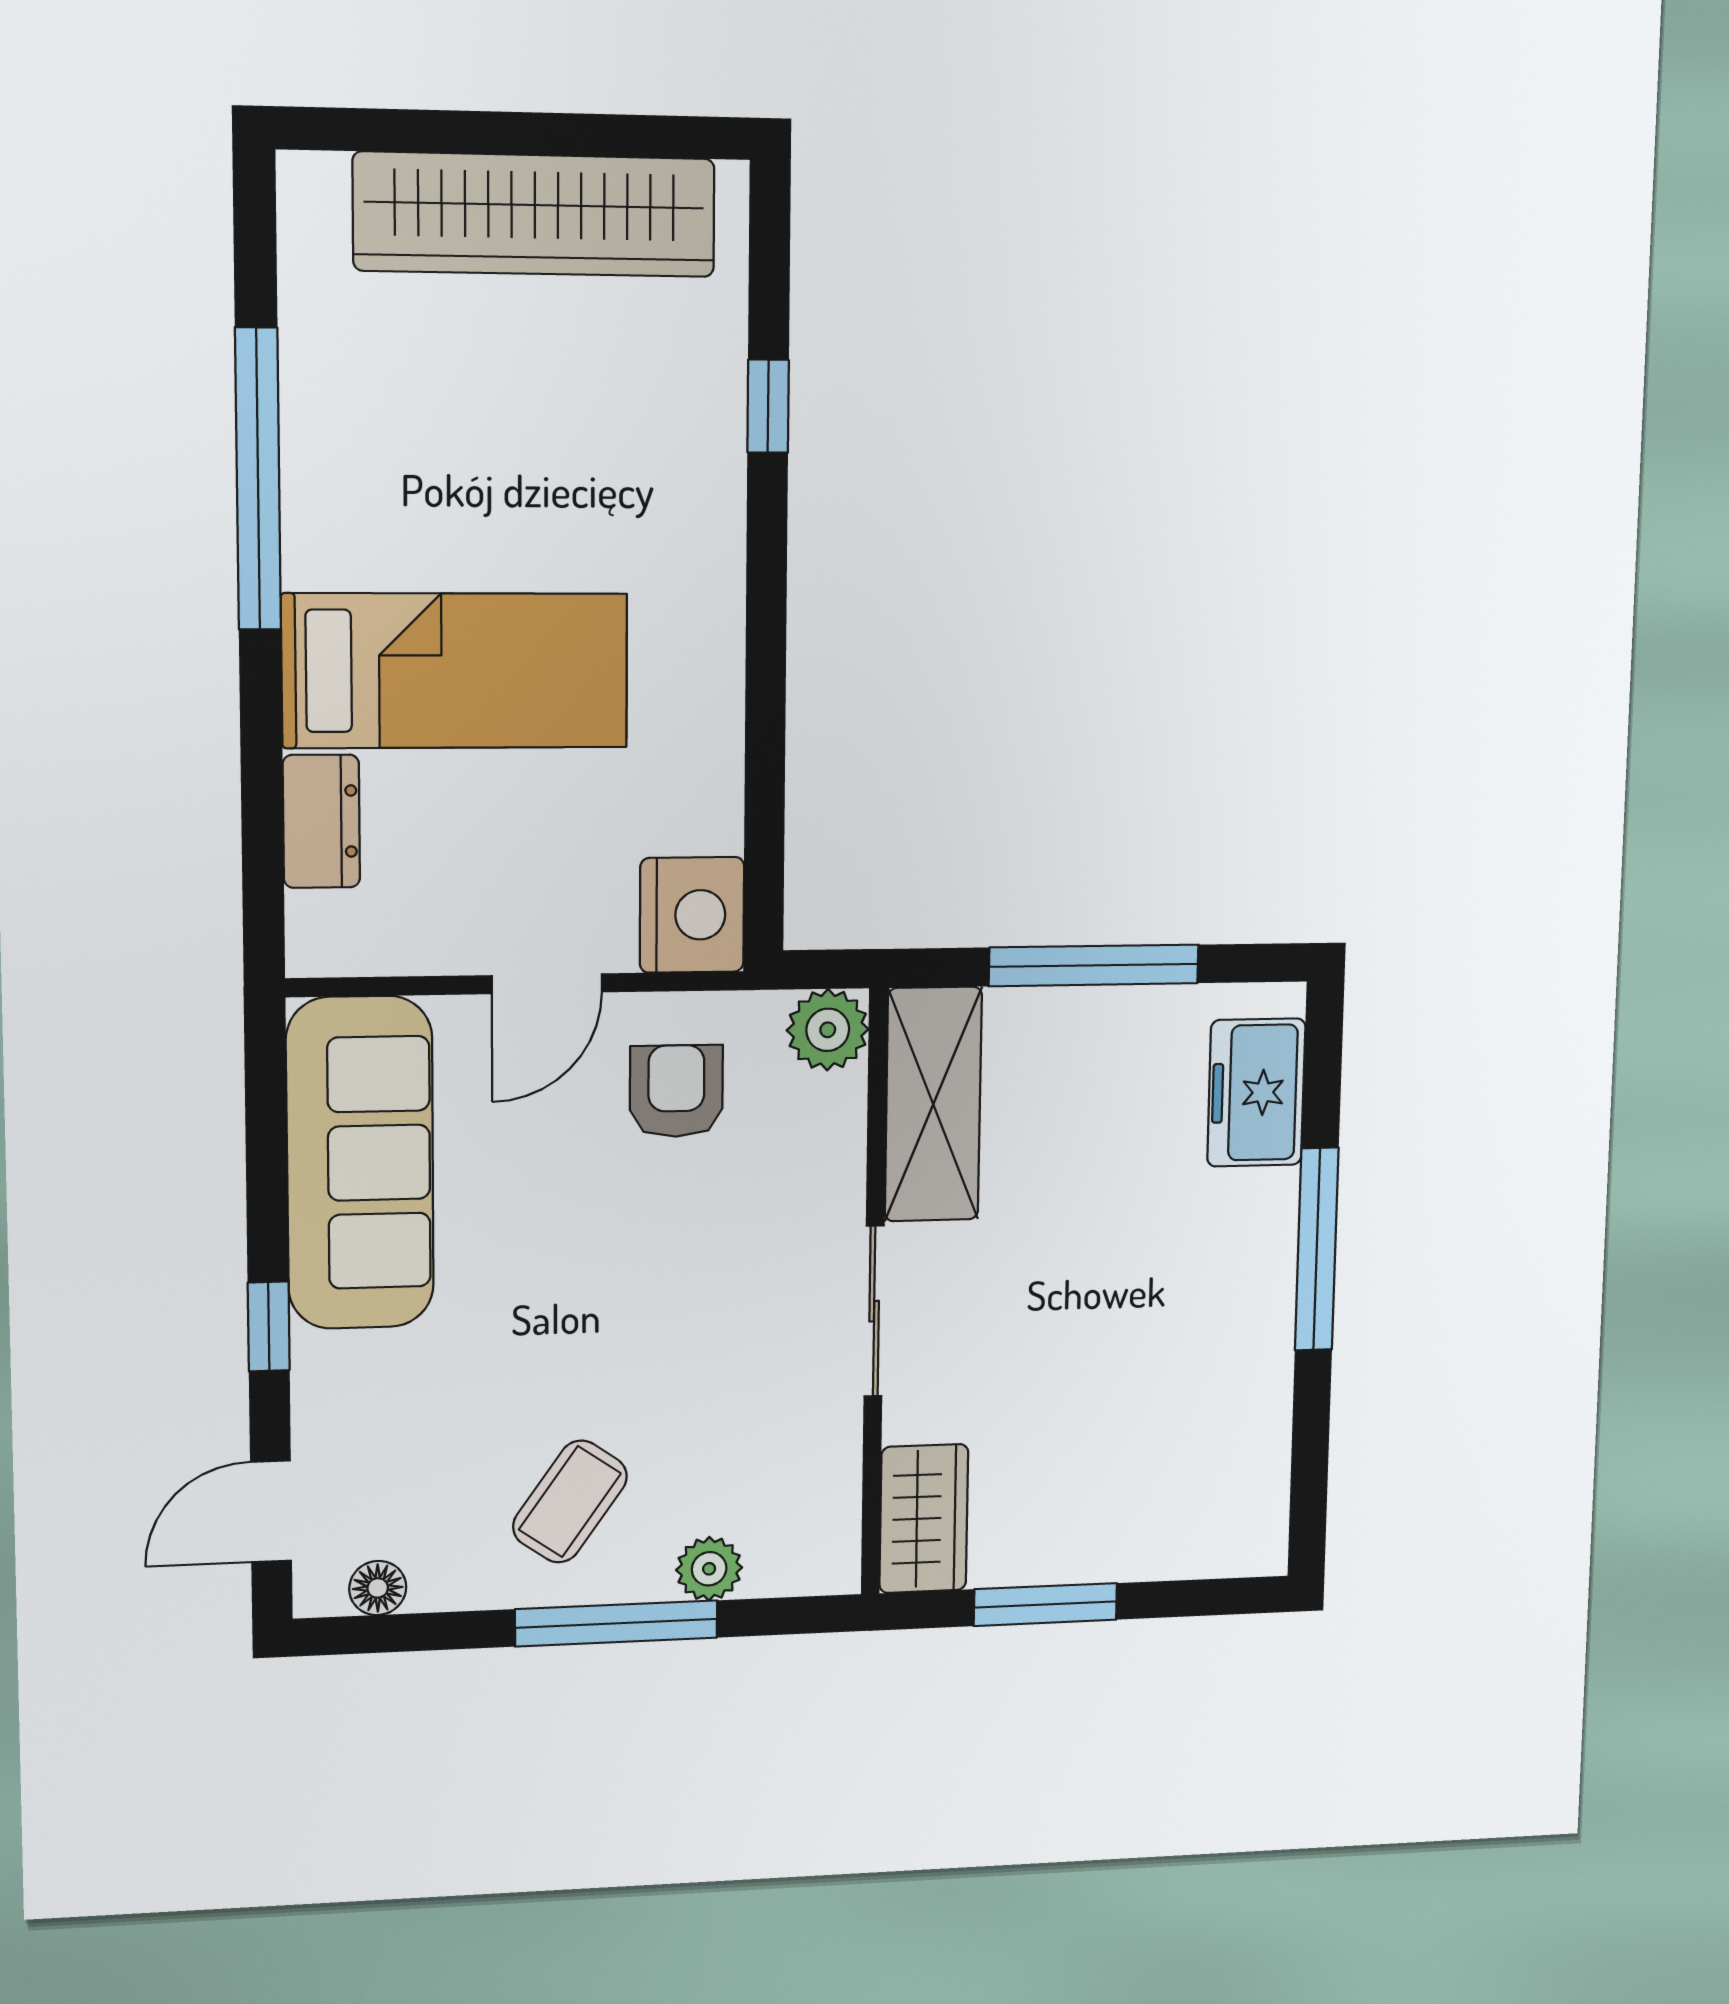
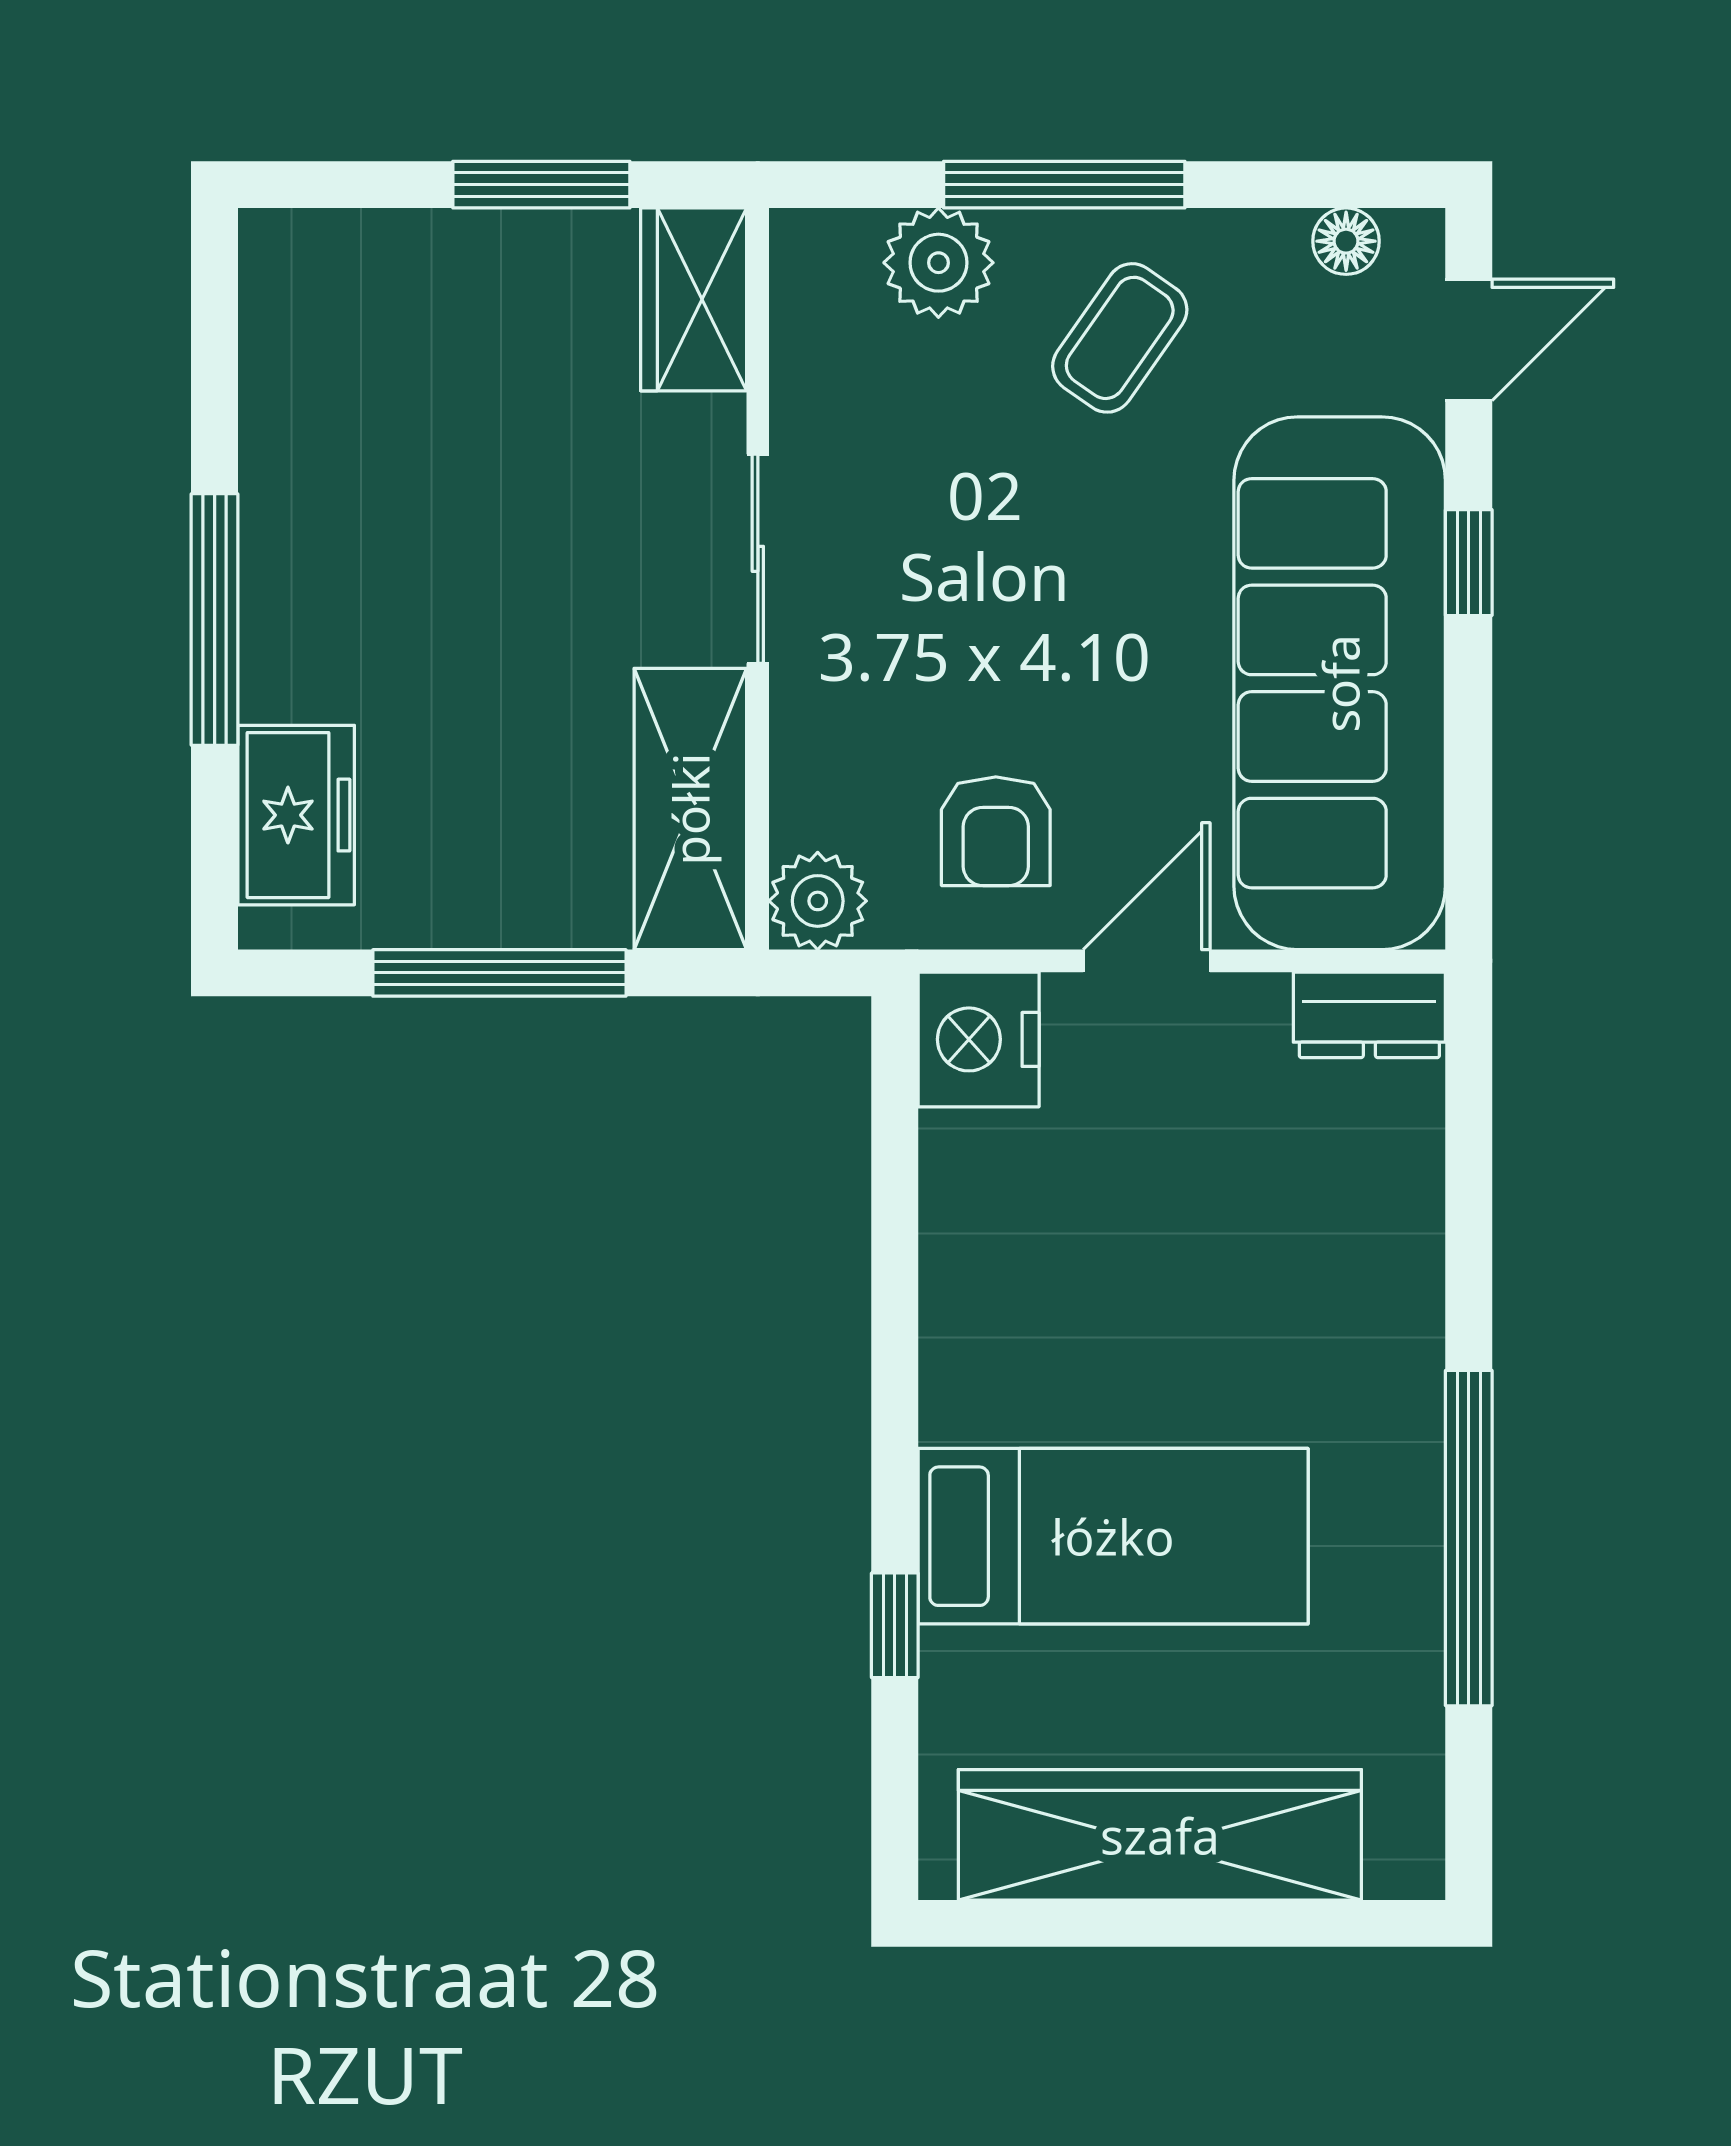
bed: (455, 671) -> (1113, 1536), moved, turned 180
dresser: (321, 821) -> (1369, 1015), moved, turned -90
sofa: (360, 1163) -> (1340, 683), width x1.36, depth x1.27
plant: (709, 1569) -> (938, 263), width x1.38, depth x1.38

